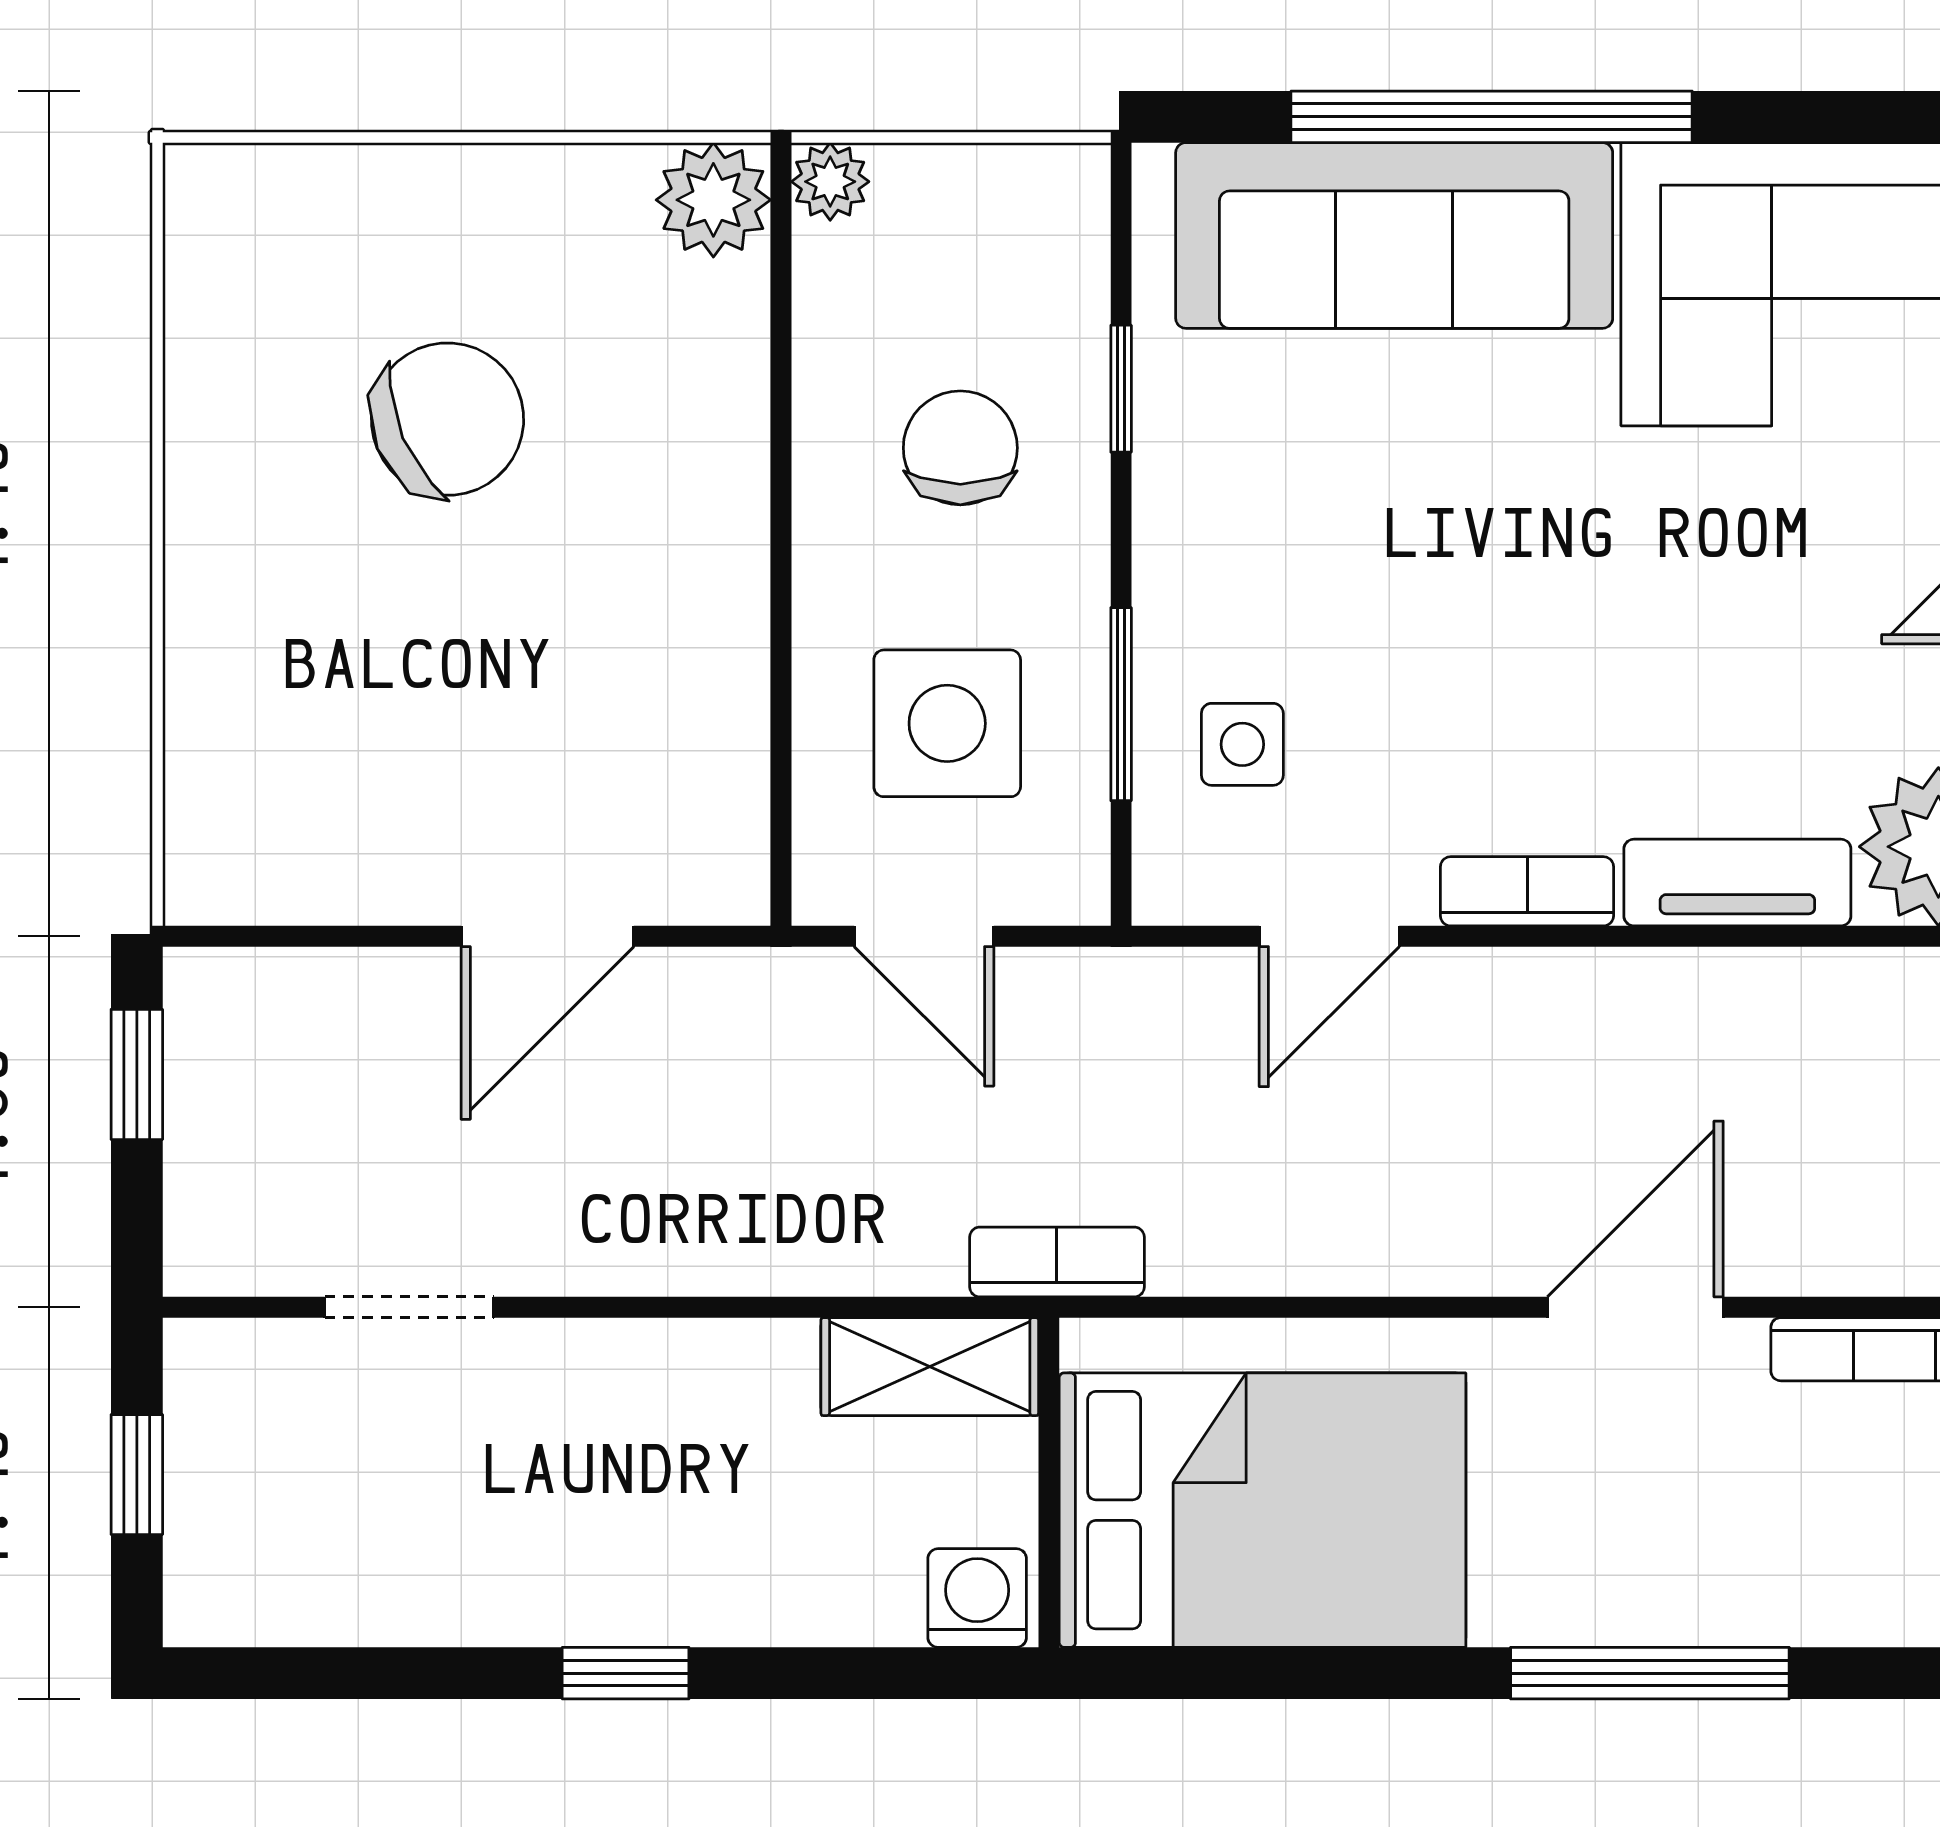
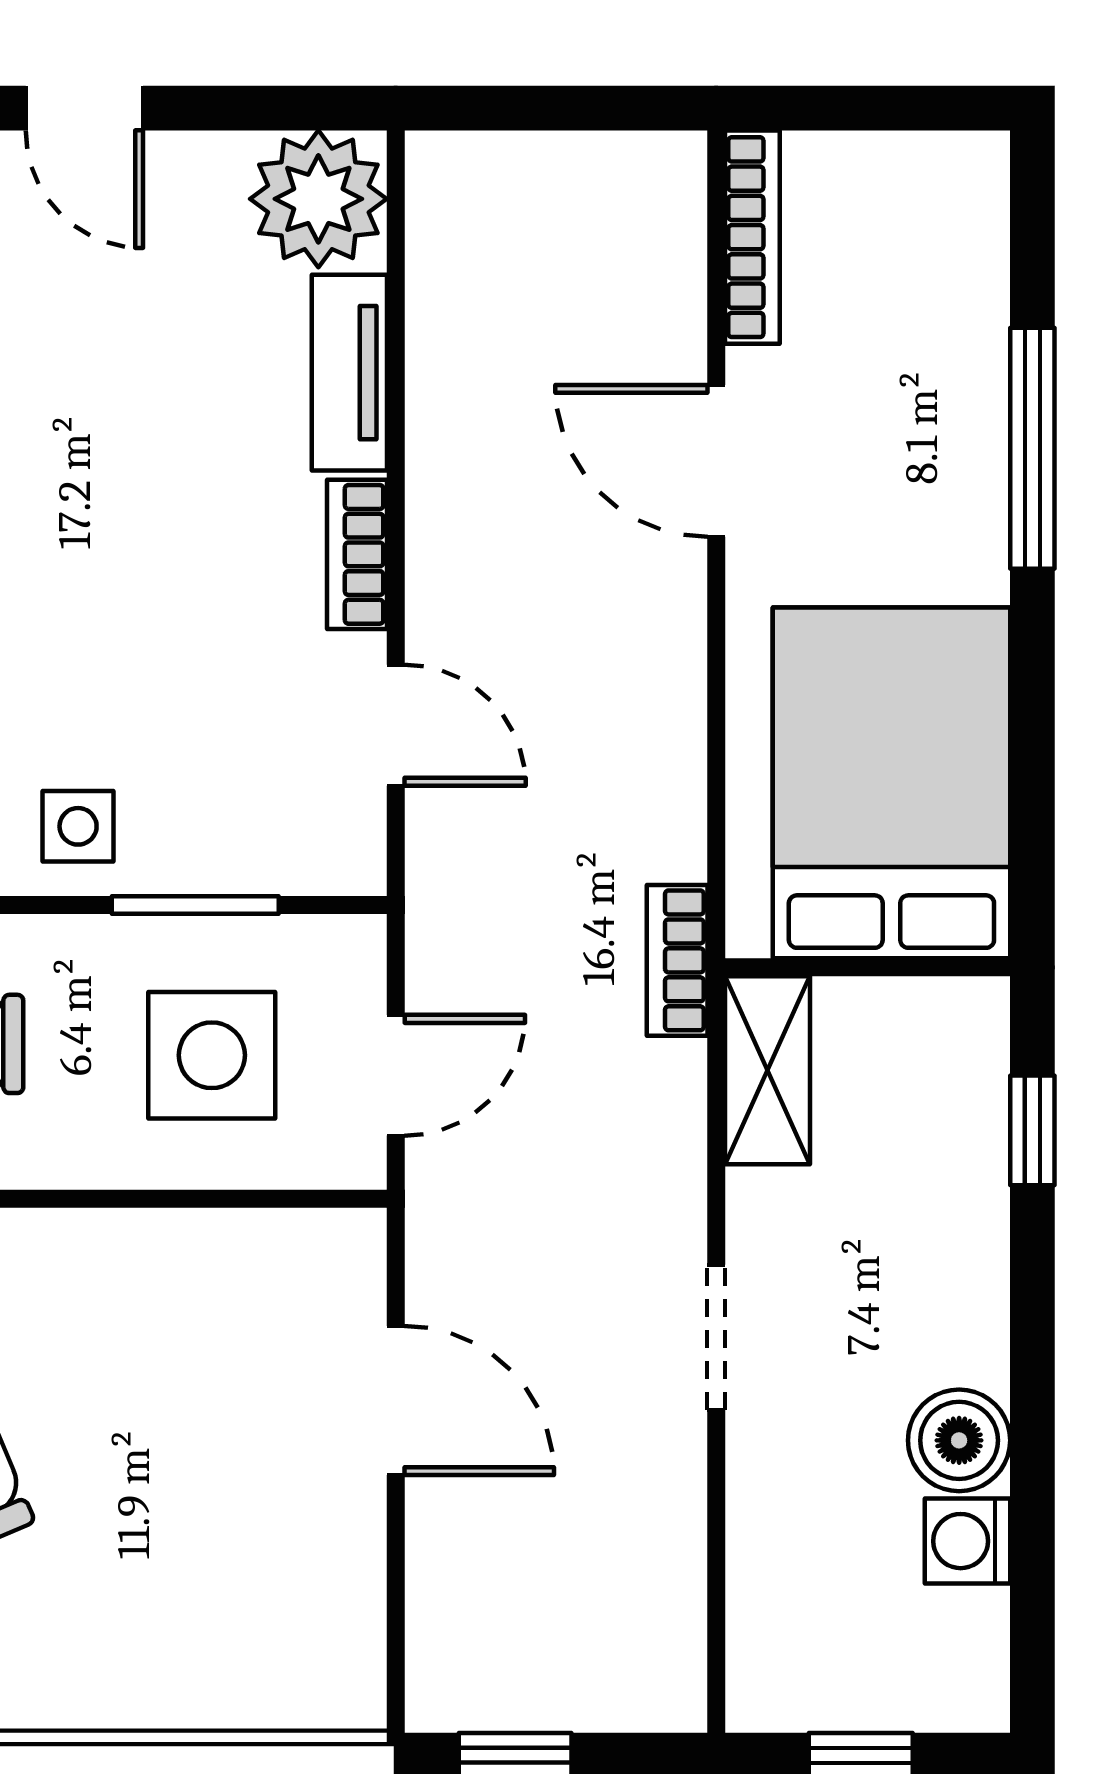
side table: (1242, 744) -> (78, 826), moved
doorway: (409, 1307) -> (716, 1337), moved
boiler: (501, 1588) -> (959, 1440), added
washing machine: (977, 1598) -> (967, 1541), moved
window: (626, 1673) -> (1032, 1130), moved

